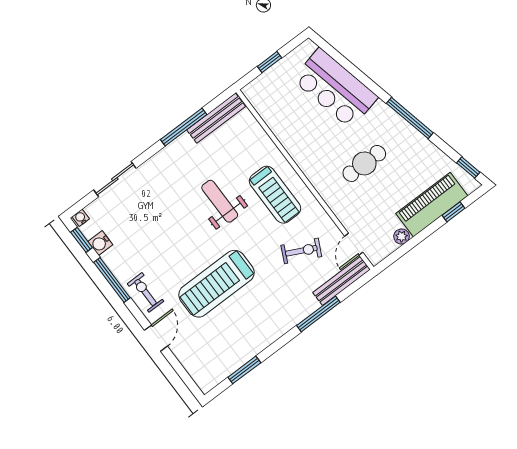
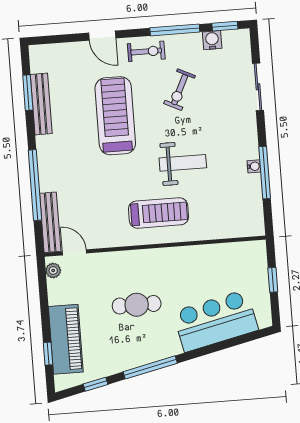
bench: (216, 118) -> (41, 104), moved
cafe table: (364, 163) -> (137, 305), turned 90
window: (468, 168) -> (95, 384), moved
treadmill: (275, 195) -> (158, 213), turned 180
water cooler: (81, 218) -> (254, 166), moved
plant: (402, 237) -> (53, 271), moved
exercise bike: (301, 251) -> (180, 90), moved
window: (318, 314) -> (35, 185), width x1.46

